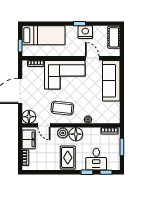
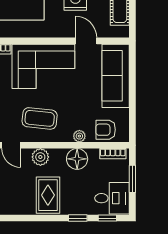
armchair: (105, 115) -> (106, 130), added
floor lamp: (76, 134) -> (77, 159), moved
desk: (96, 159) -> (112, 198), moved, turned -90

